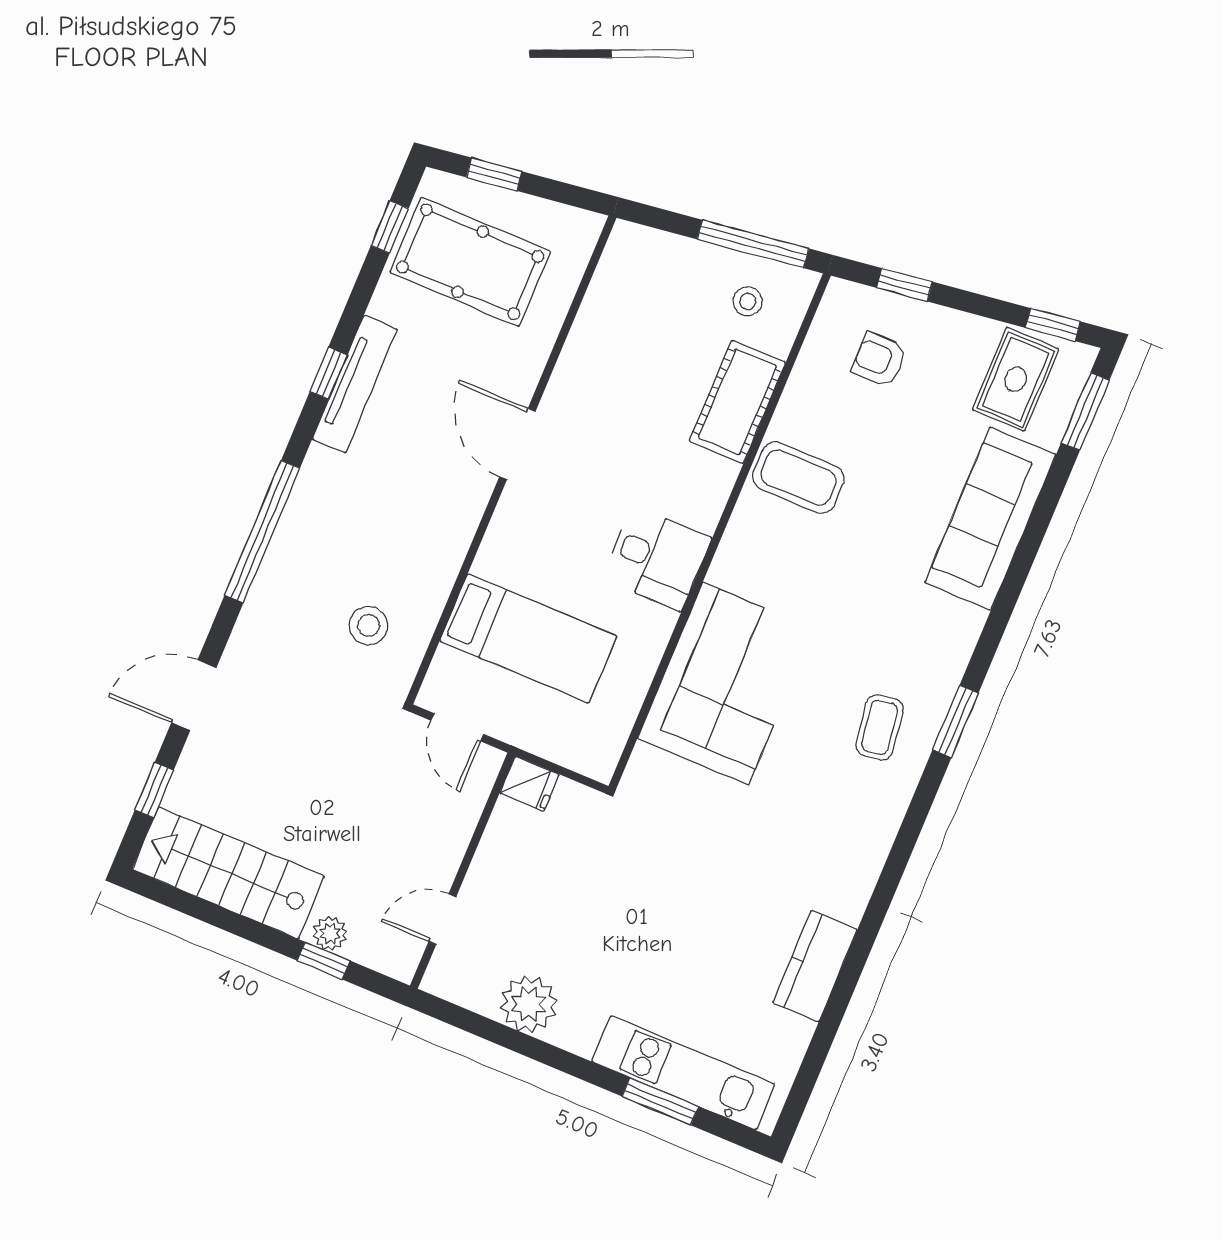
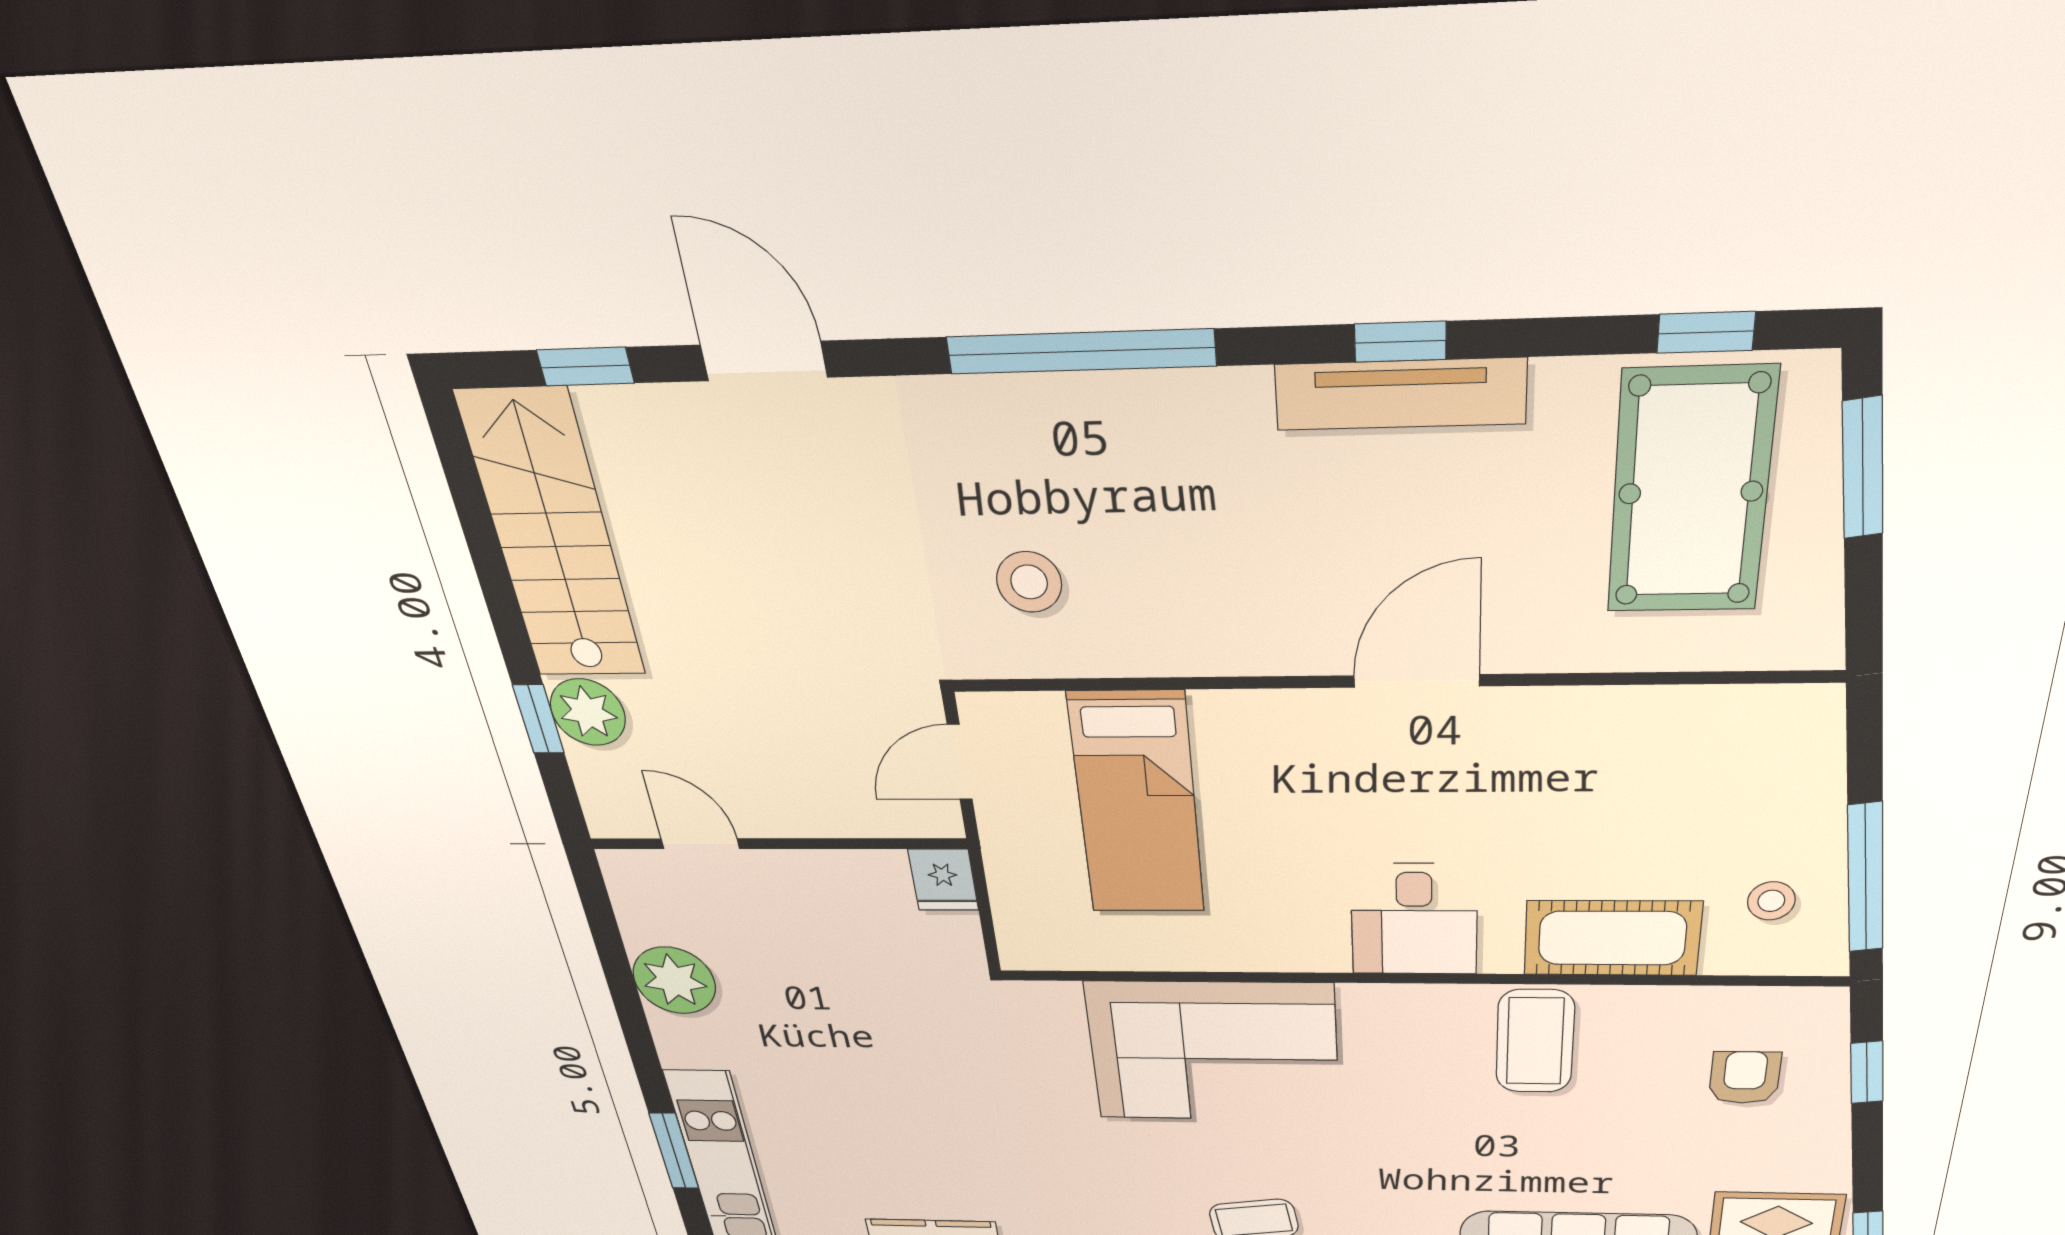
window: (494, 174) -> (1863, 468), width x1.50
desk: (657, 558) -> (1414, 919), moved
plant: (330, 934) -> (588, 712), width x1.38, depth x1.38

